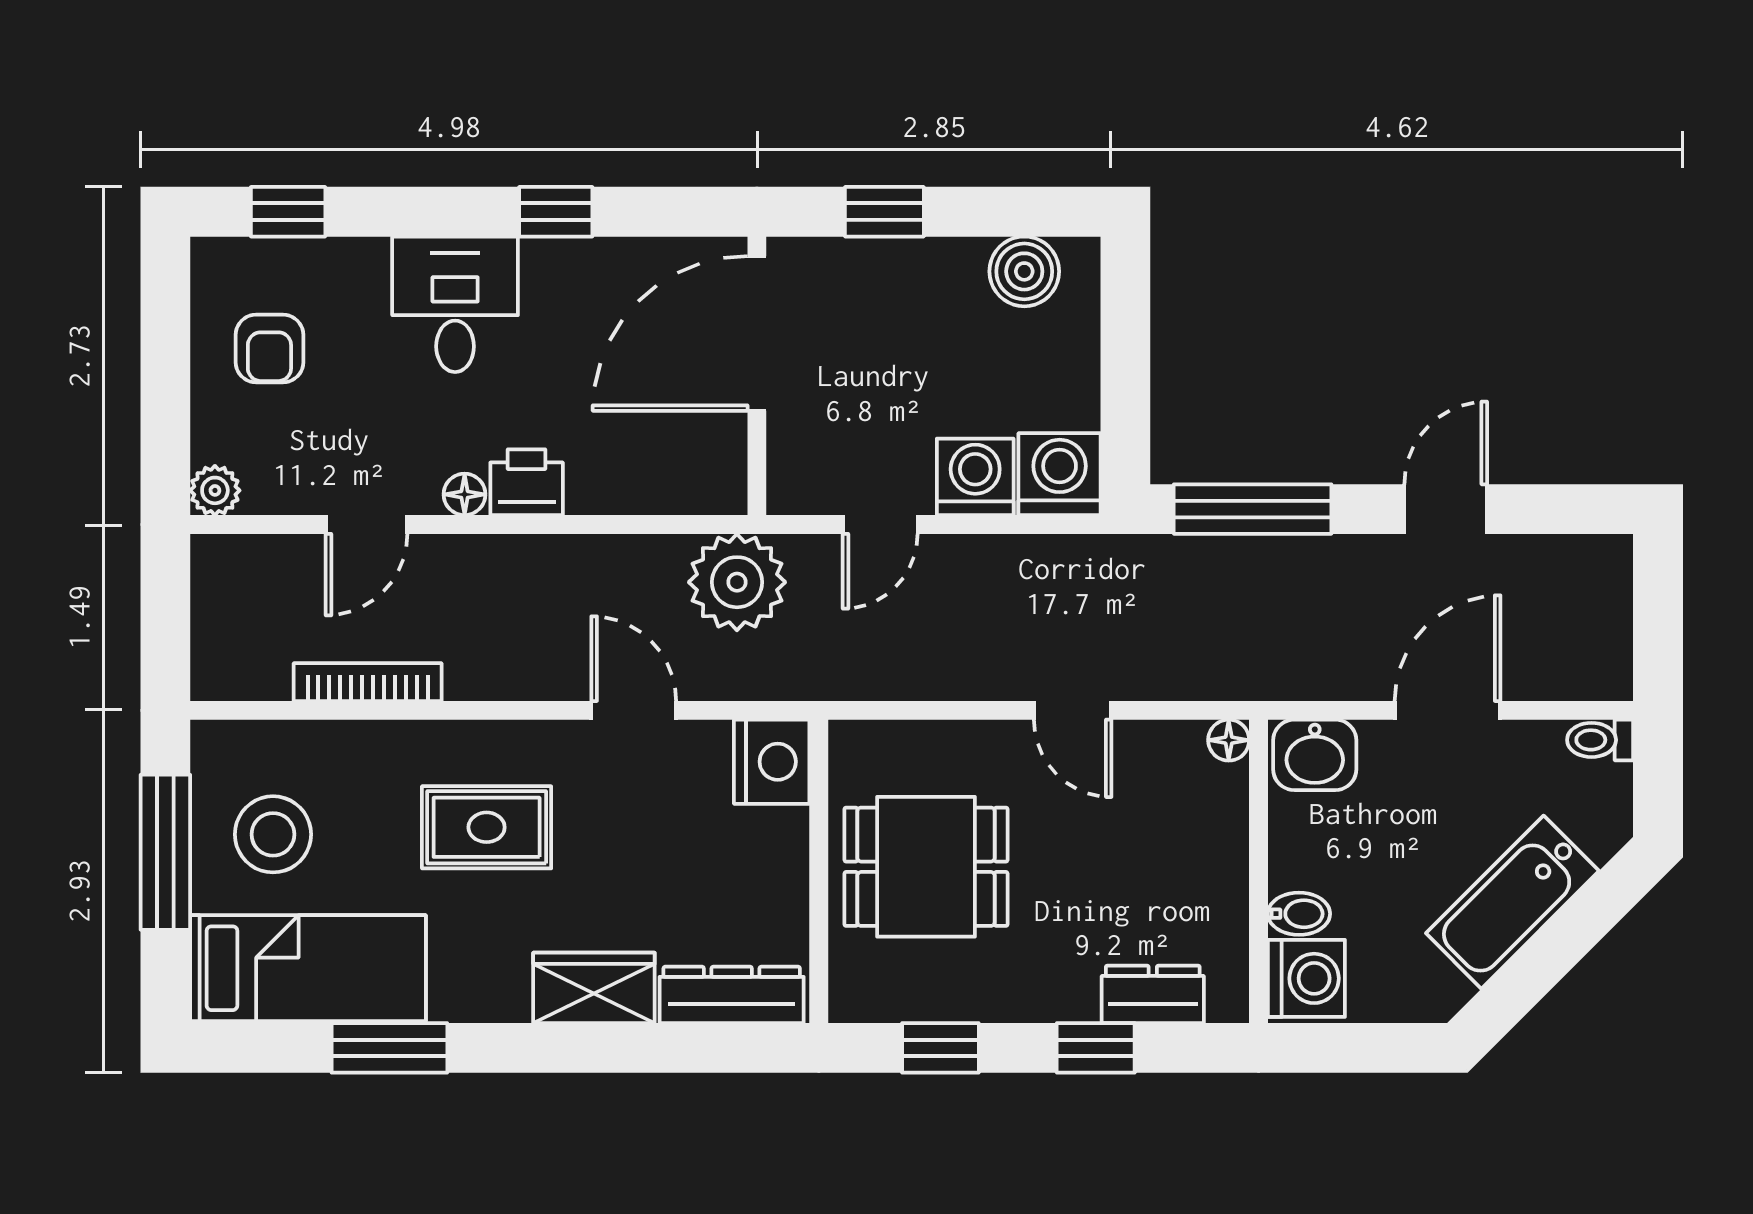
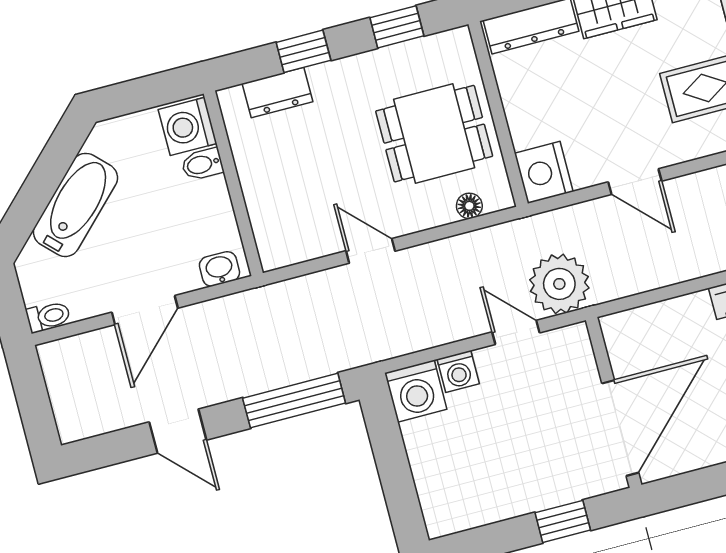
boiler: (1024, 271) -> (469, 508), removed
washing machine: (975, 477) -> (458, 371), width x0.73, depth x0.73
door: (1446, 509) -> (178, 431), hinge flipped
door: (880, 525) -> (516, 332), hinge flipped
plant: (737, 582) -> (559, 284), moved
floor lamp: (1229, 740) -> (469, 206), moved
washbasin: (1315, 755) -> (219, 269), width x0.72, depth x0.69

